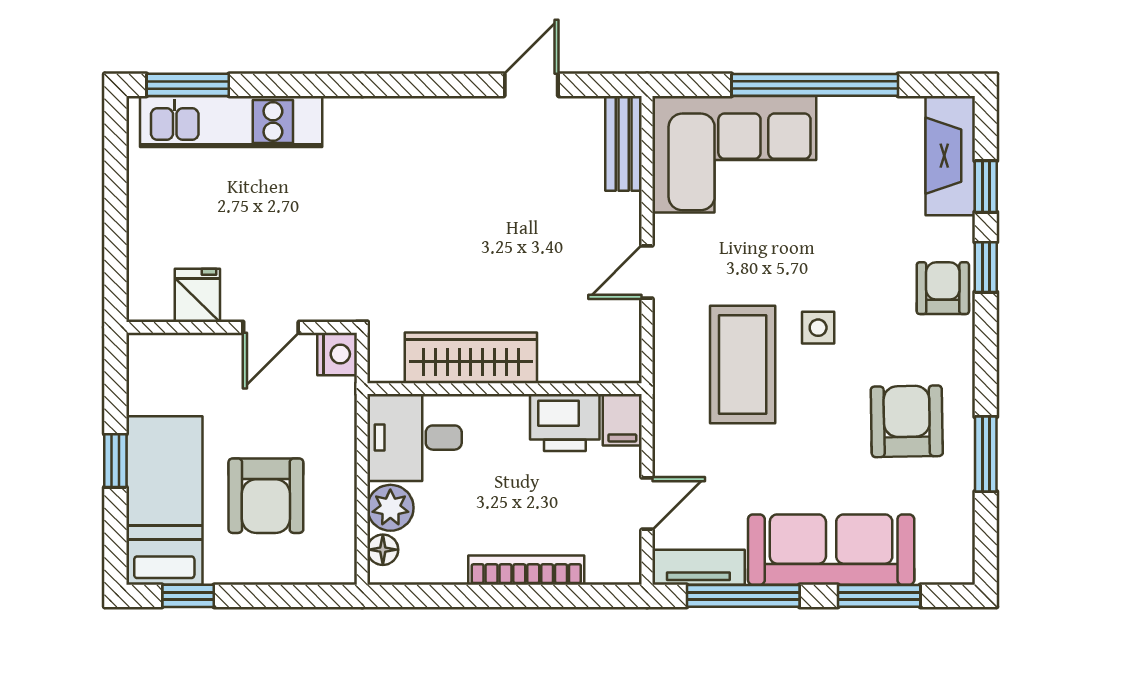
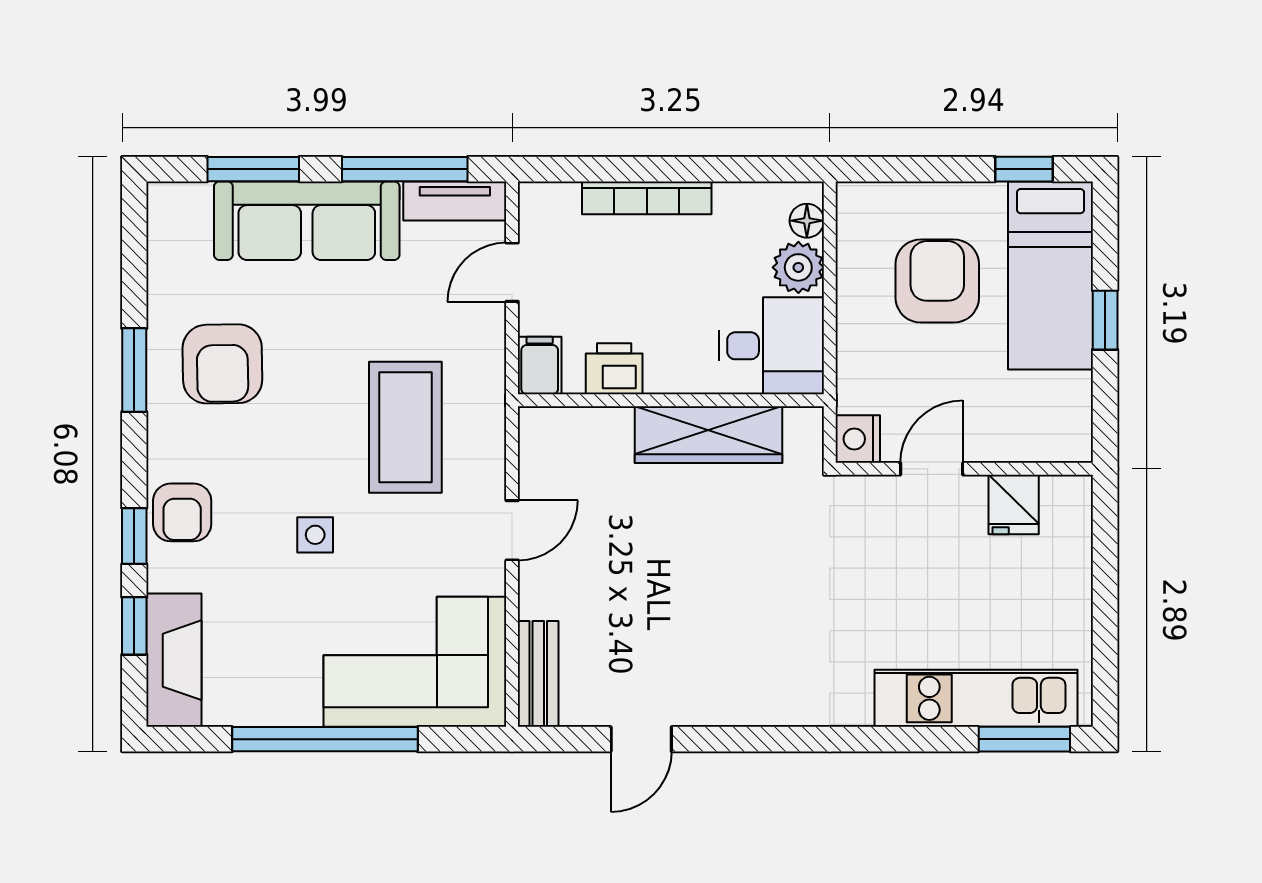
side table: (818, 328) -> (315, 535), moved
printer: (565, 422) -> (614, 369), width x0.73, depth x0.81
window: (986, 454) -> (134, 370), moved

